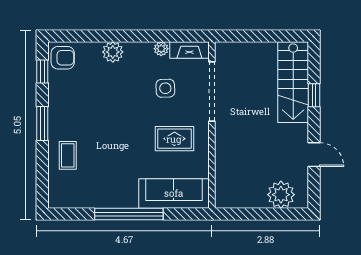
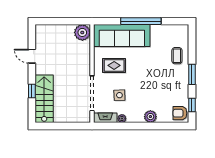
sofa: (174, 193) -> (122, 36), width x1.36, depth x1.27
plant: (281, 195) -> (82, 32), moved

